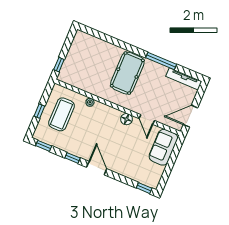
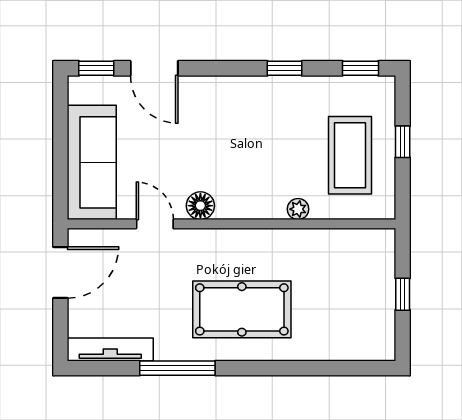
window: (59, 65) -> (403, 294), moved
pool table: (127, 73) -> (242, 309), turned 90
sofa: (163, 147) -> (92, 162), width x1.36
door: (97, 168) -> (154, 68), moved

